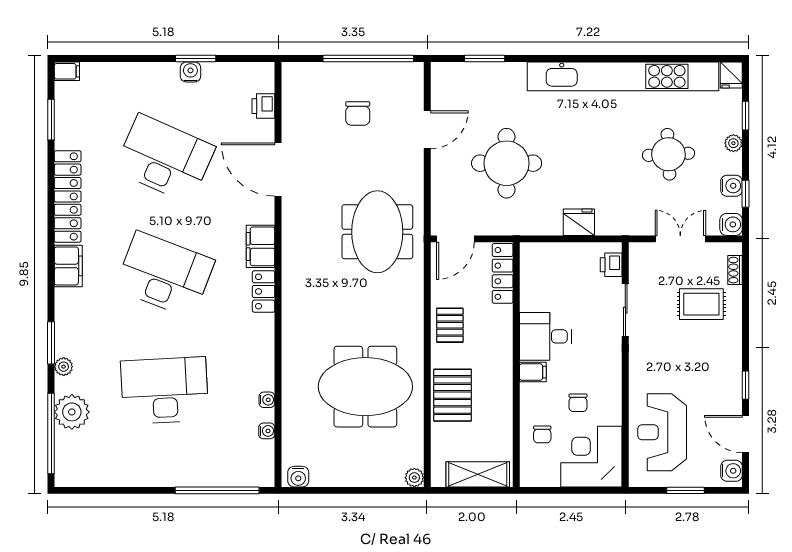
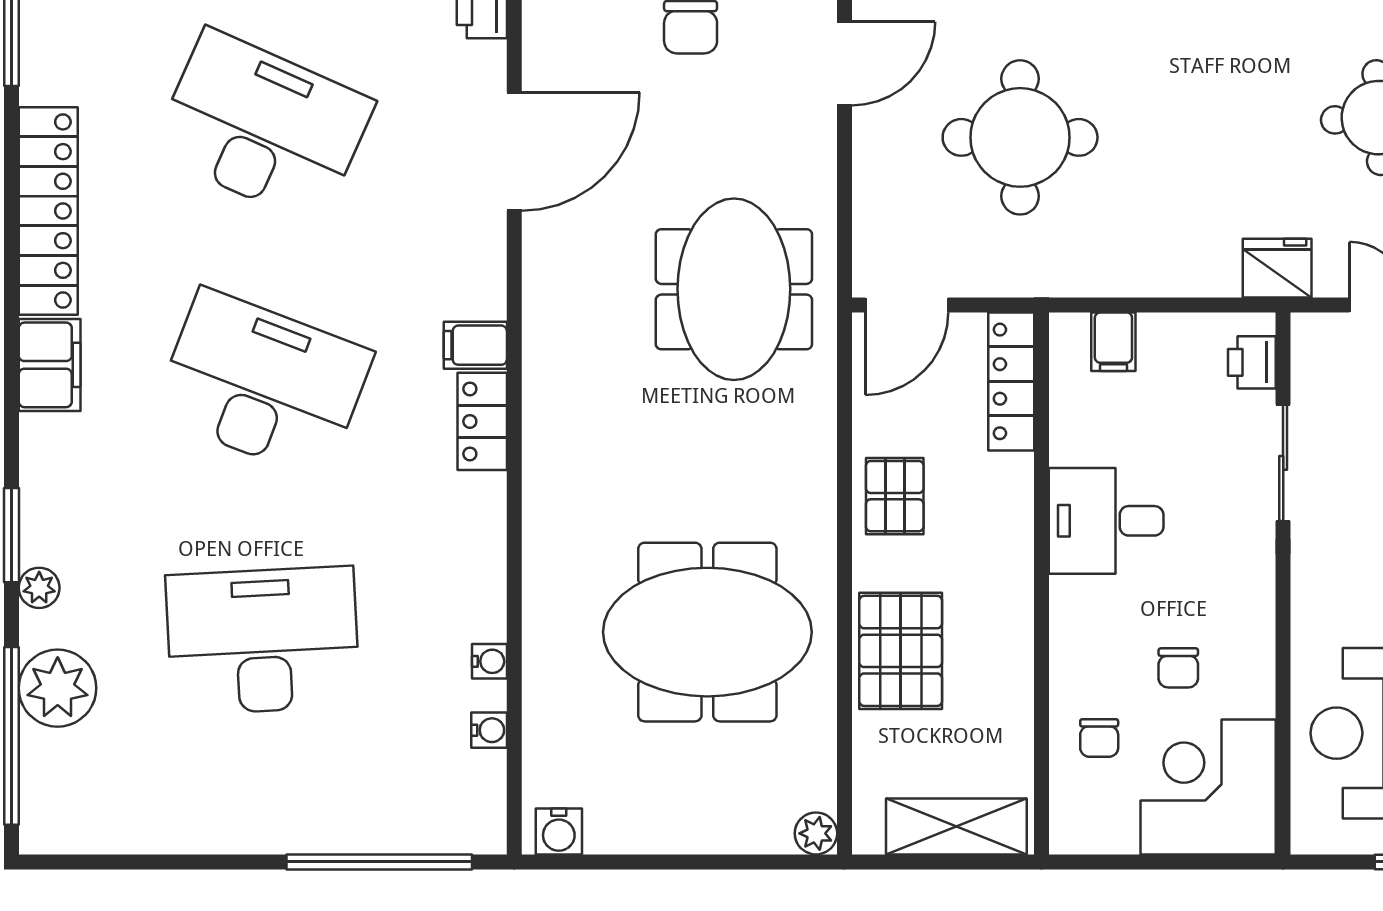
door: (278, 170) -> (514, 151), swing flipped
fridge: (579, 222) -> (1277, 268), moved
filing cabinet: (261, 246) -> (475, 345), width x0.50
filing cabinet: (533, 372) -> (1113, 342), moved, turned 90

